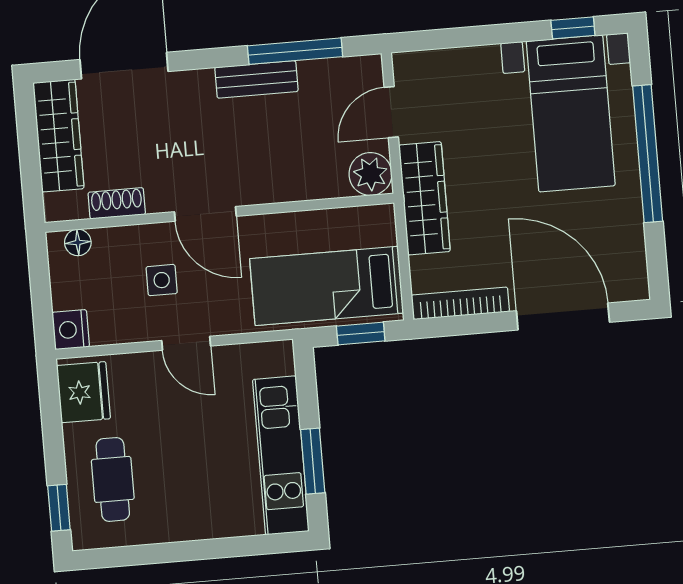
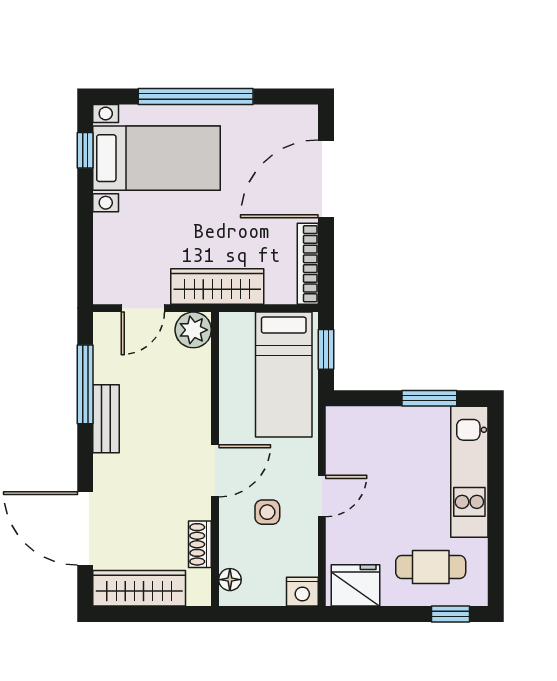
door: (391, 112) -> (143, 308), hinge flipped
kitchen unit: (281, 455) -> (469, 472), moved, turned 90

